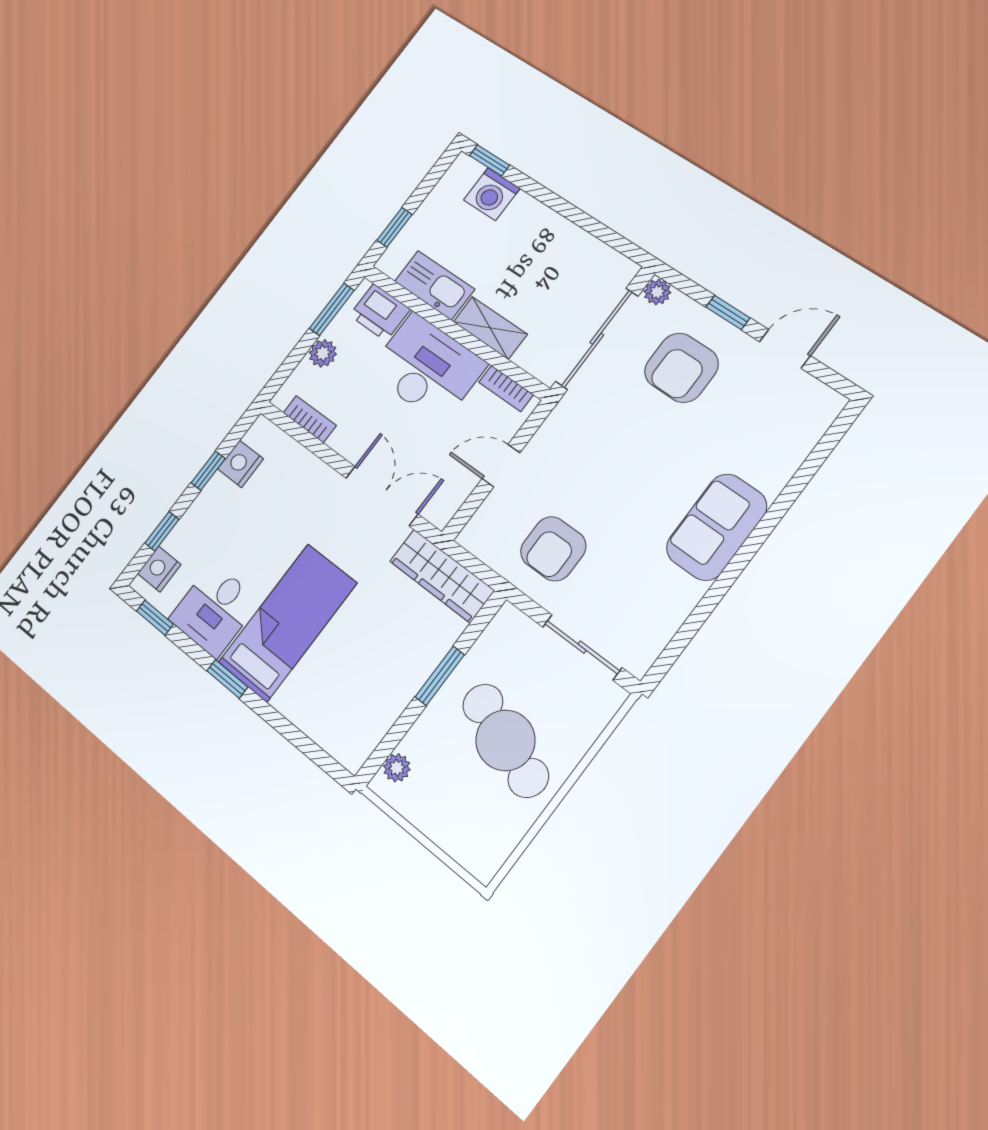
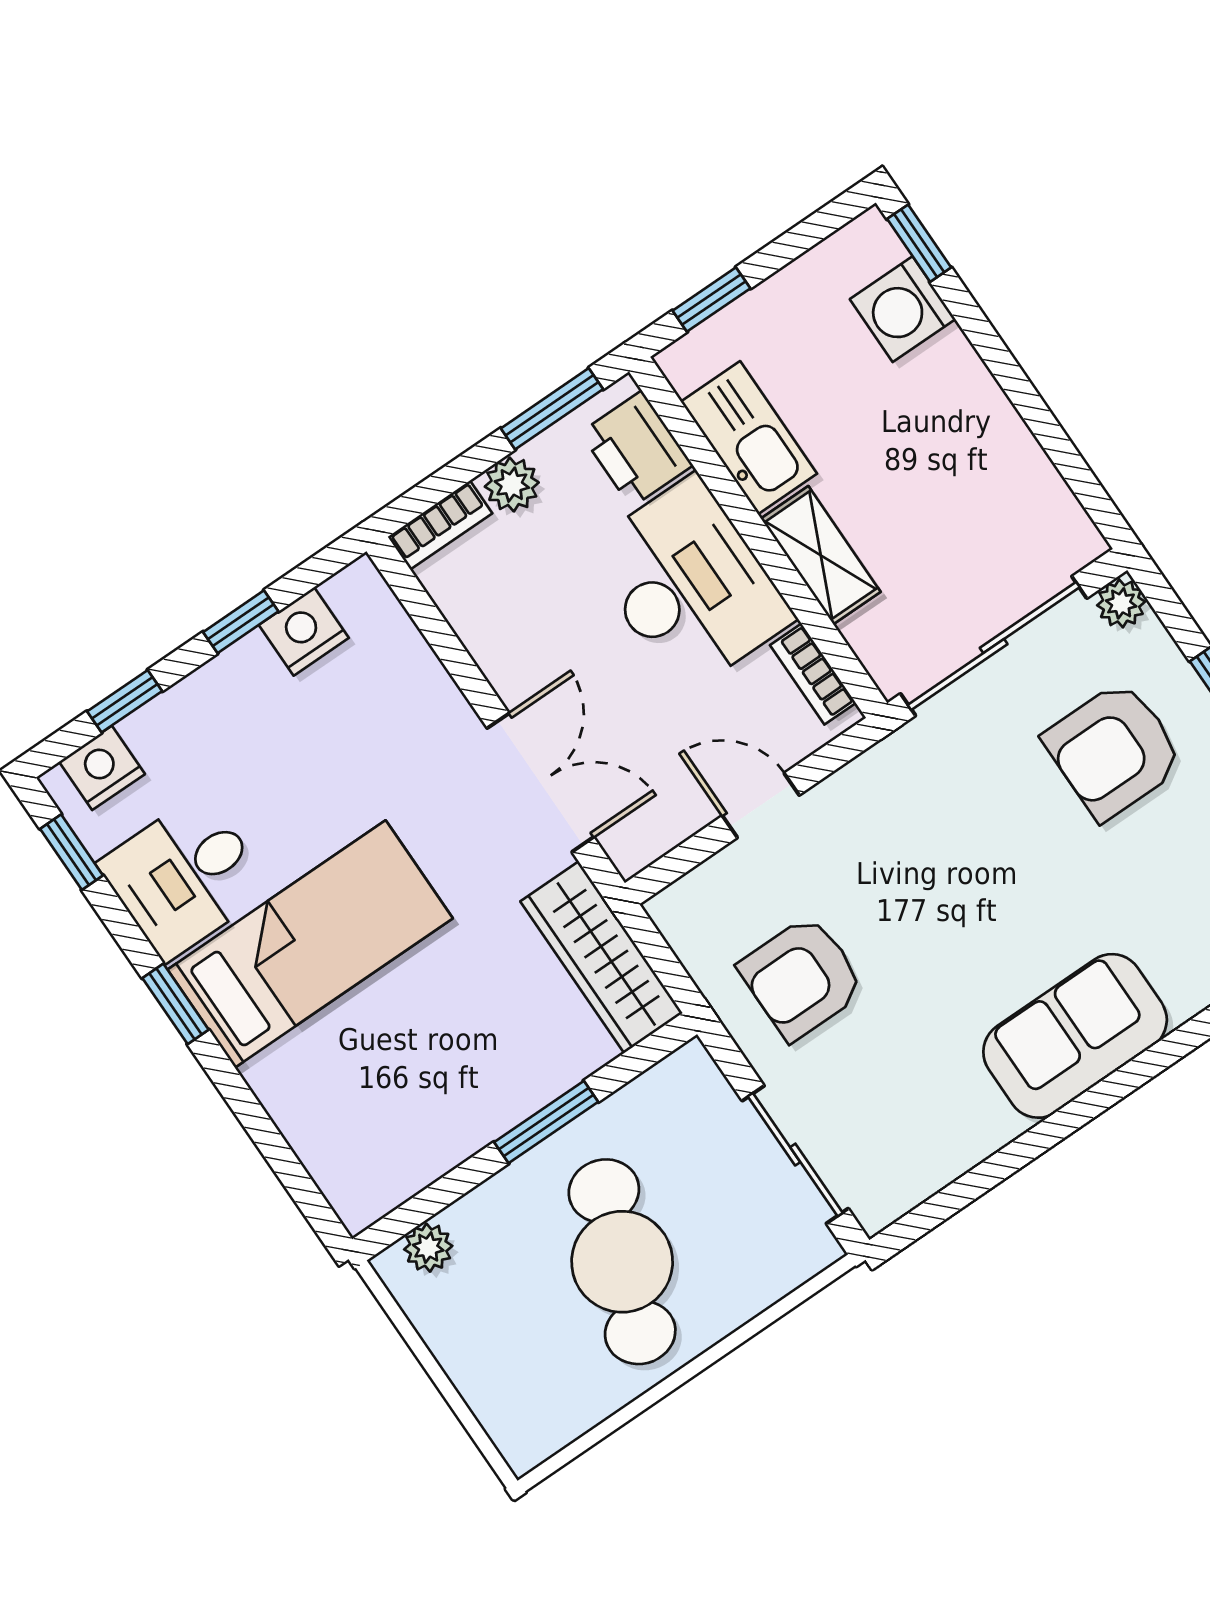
bookcase: (310, 419) -> (440, 525), moved, turned 90

